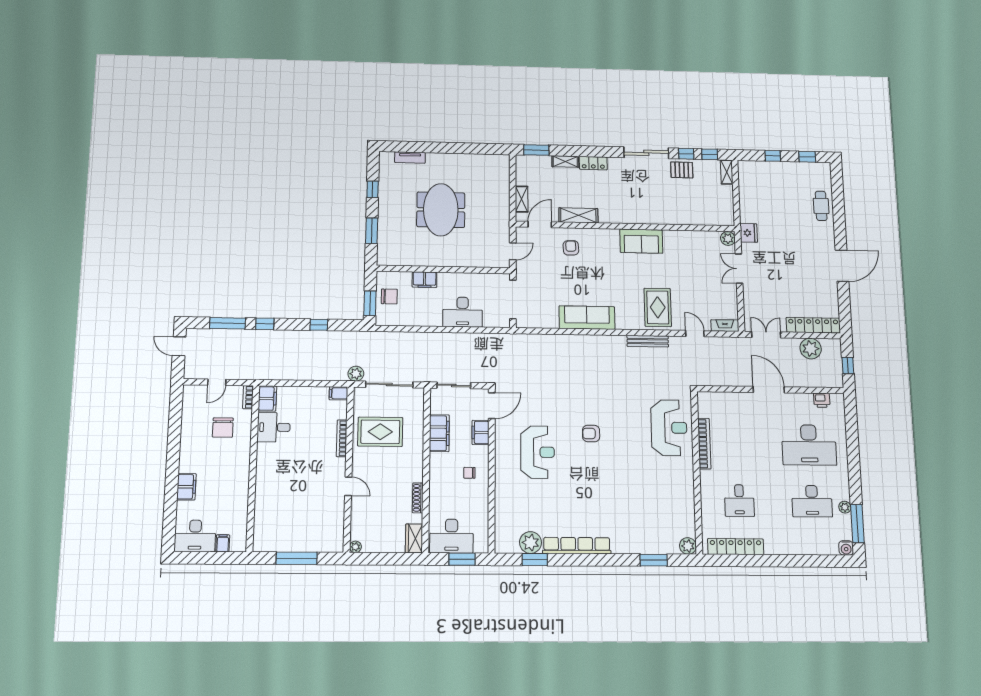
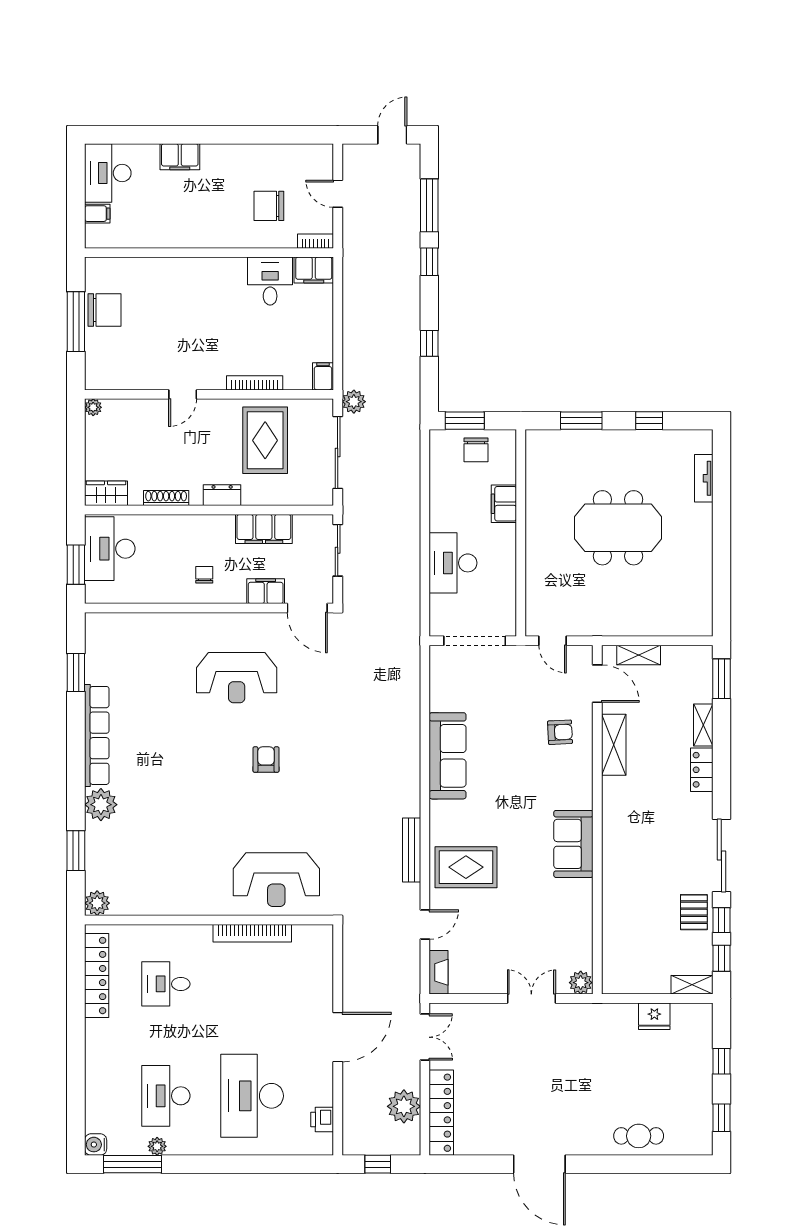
fridge: (749, 233) -> (654, 1016), moved
dresser: (416, 461) -> (222, 495), added
chair: (289, 539) -> (105, 310), added
plant: (530, 543) -> (101, 805), moved

